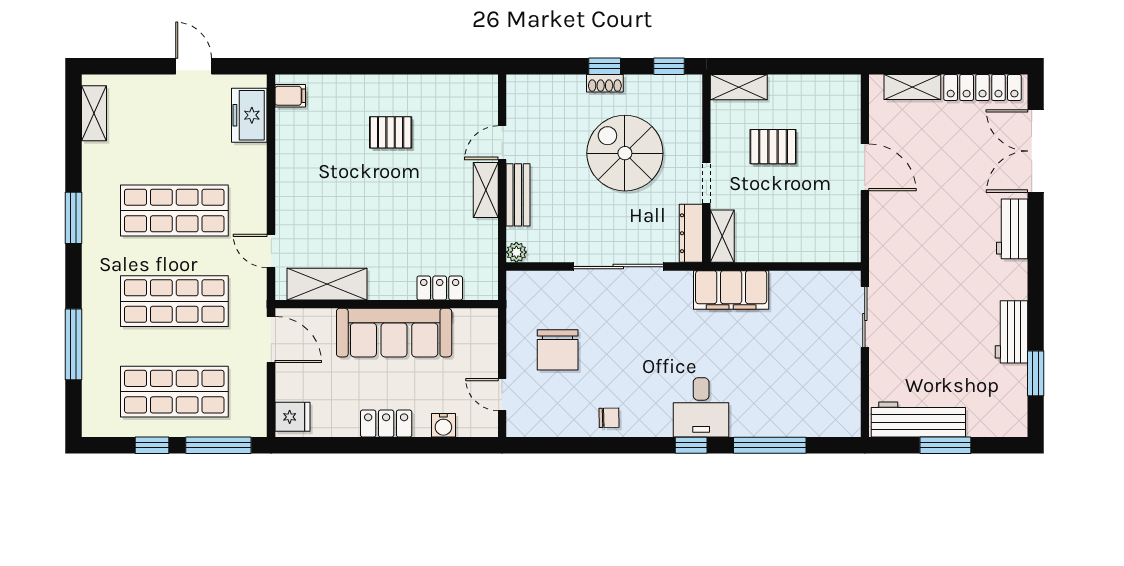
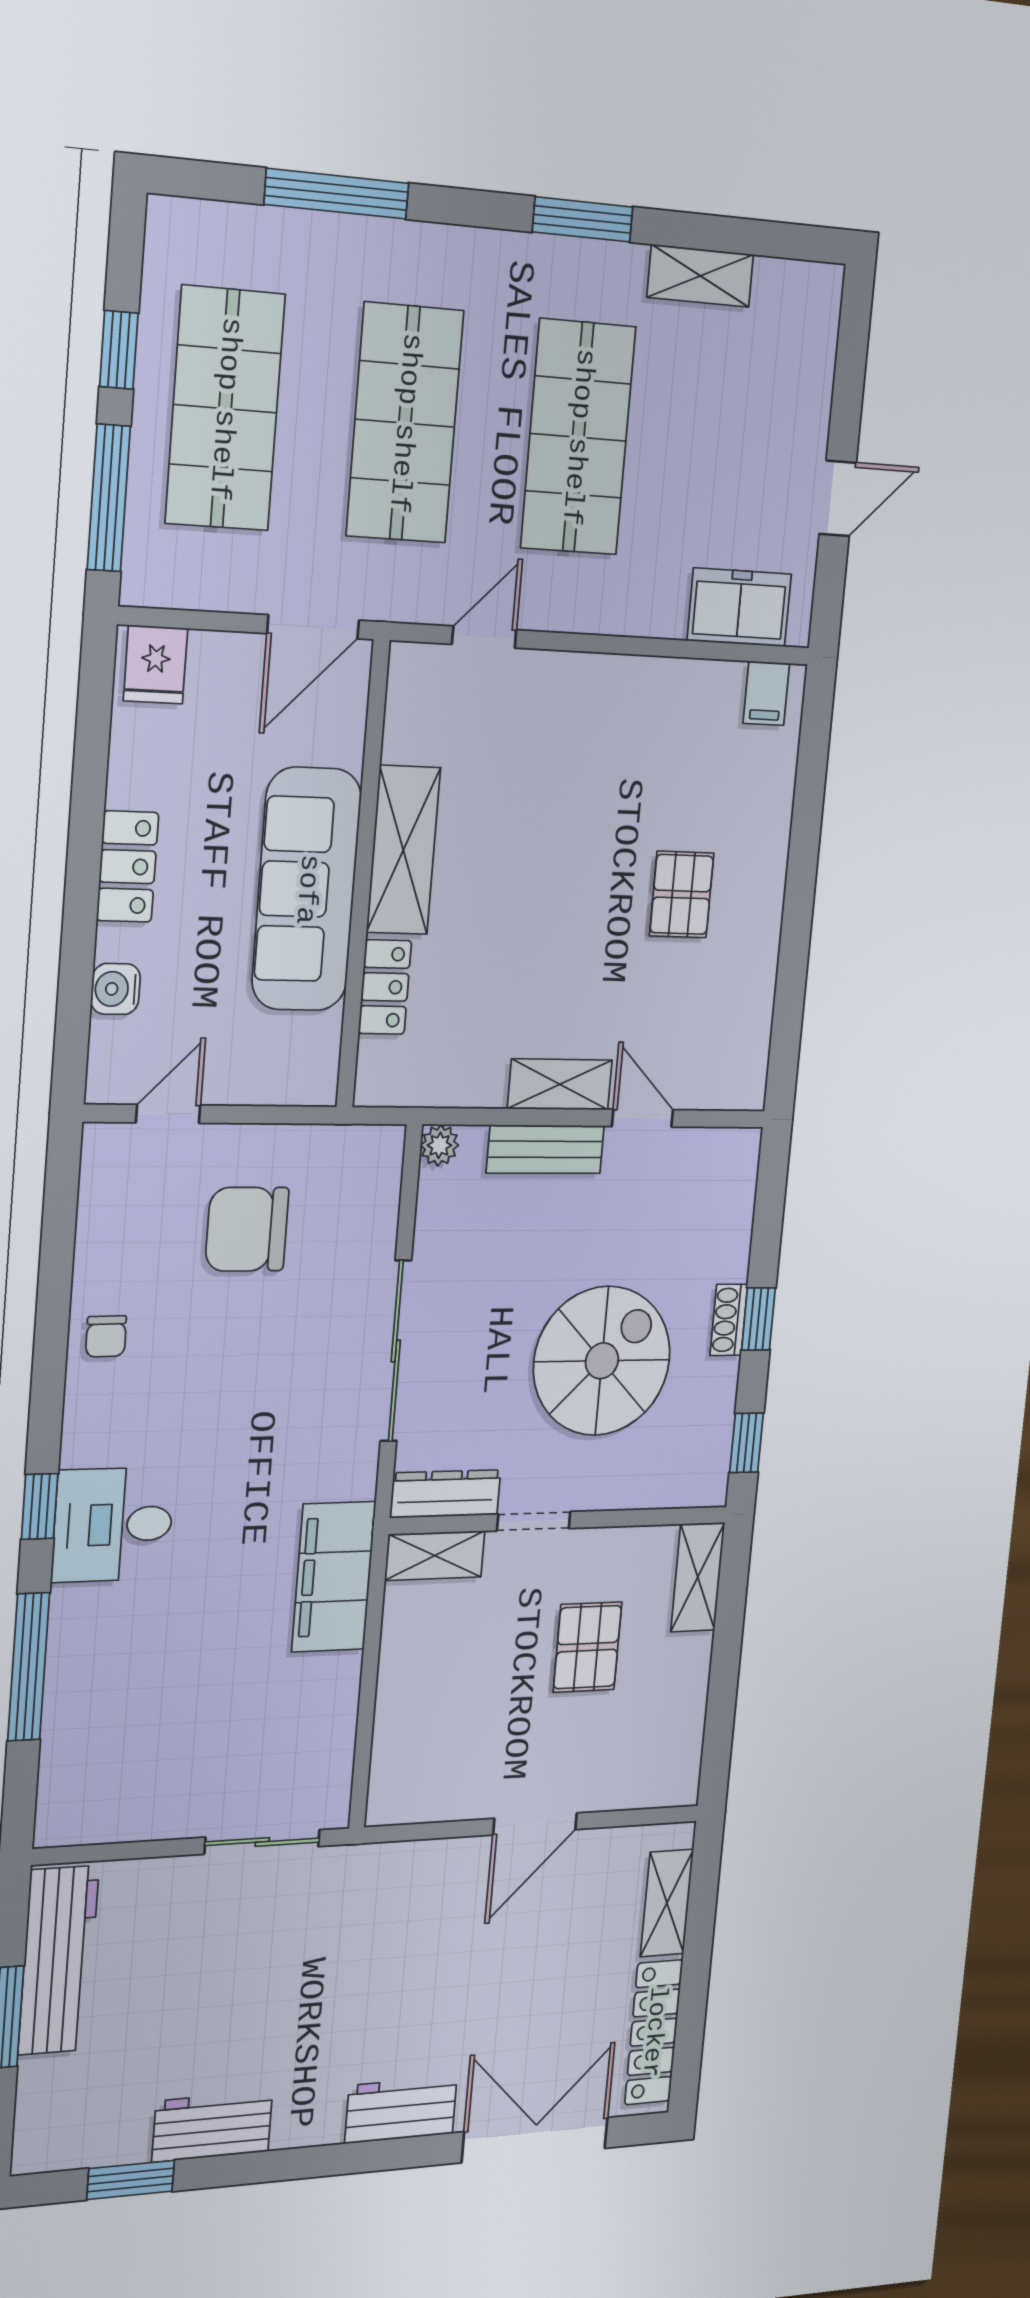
shelving: (94, 113) -> (700, 276), moved
shelving: (327, 284) -> (403, 850), moved

